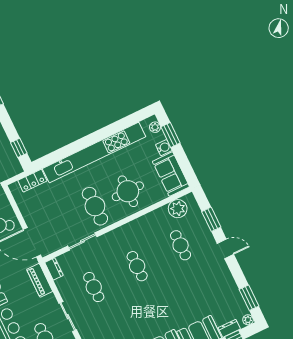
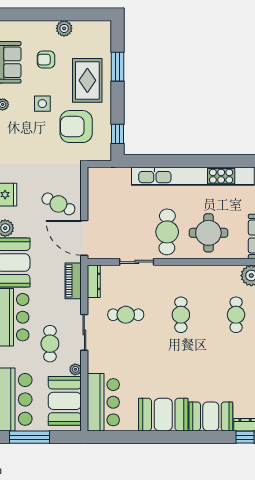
locker: (32, 181) -> (115, 174), removed
dresser: (54, 269) -> (94, 281), width x1.44
cafe table: (94, 287) -> (126, 315), turned 90

